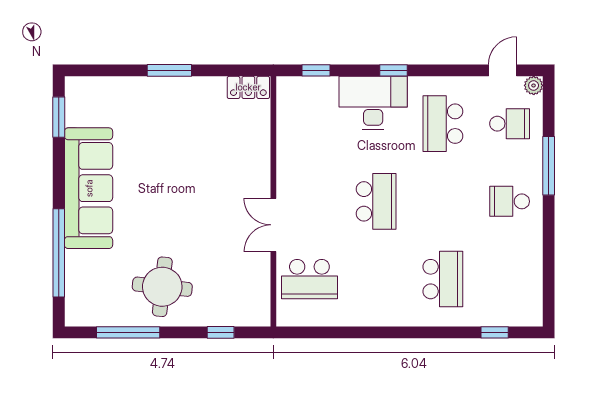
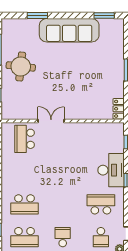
school desk: (376, 201) -> (24, 237), moved
window: (59, 253) -> (37, 16), width x0.47

